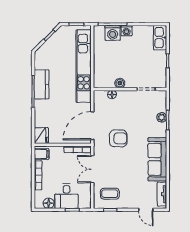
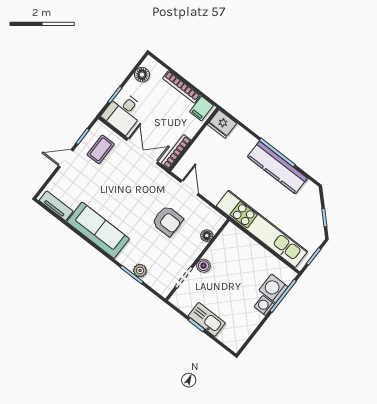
kitchen sink: (160, 38) -> (207, 319), moved
boiler: (120, 83) -> (204, 266), moved
kitchen counter: (42, 84) -> (277, 167), width x1.50
door: (92, 126) -> (190, 188), width x0.53
armchair: (118, 138) -> (167, 221), moved, turned -90
desk: (66, 196) -> (123, 113), moved, turned -90
door: (146, 210) -> (66, 158), moved

